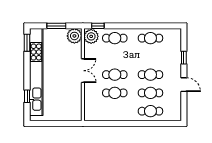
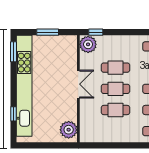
plant: (74, 36) -> (69, 130), moved
cafe table: (115, 38) -> (115, 68), moved

